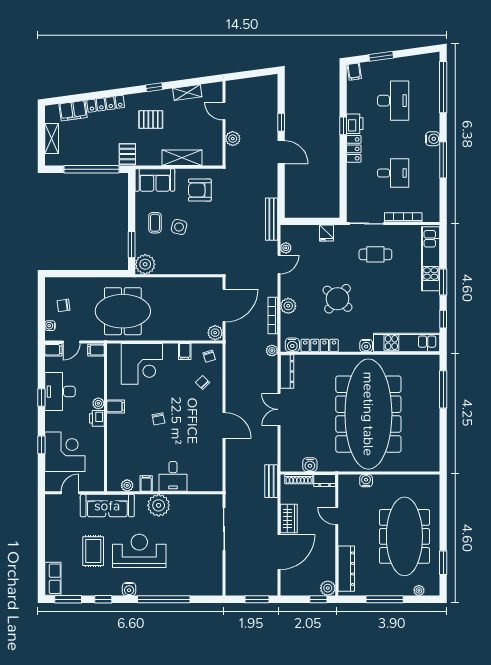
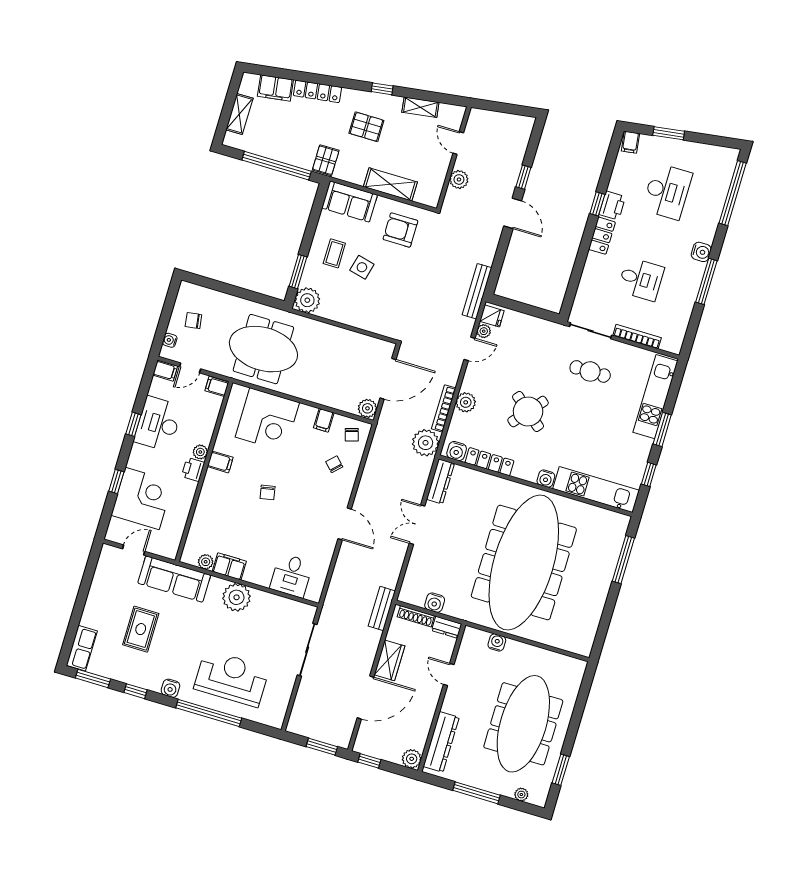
fridge: (327, 233) -> (492, 316), moved, turned -90
plant: (272, 351) -> (426, 443), width x1.88, depth x1.88
desk: (173, 476) -> (291, 575), moved
filing cabinet: (146, 484) -> (229, 566), width x2.00
reception desk: (139, 551) -> (232, 678), moved
window: (318, 599) -> (369, 761), moved

